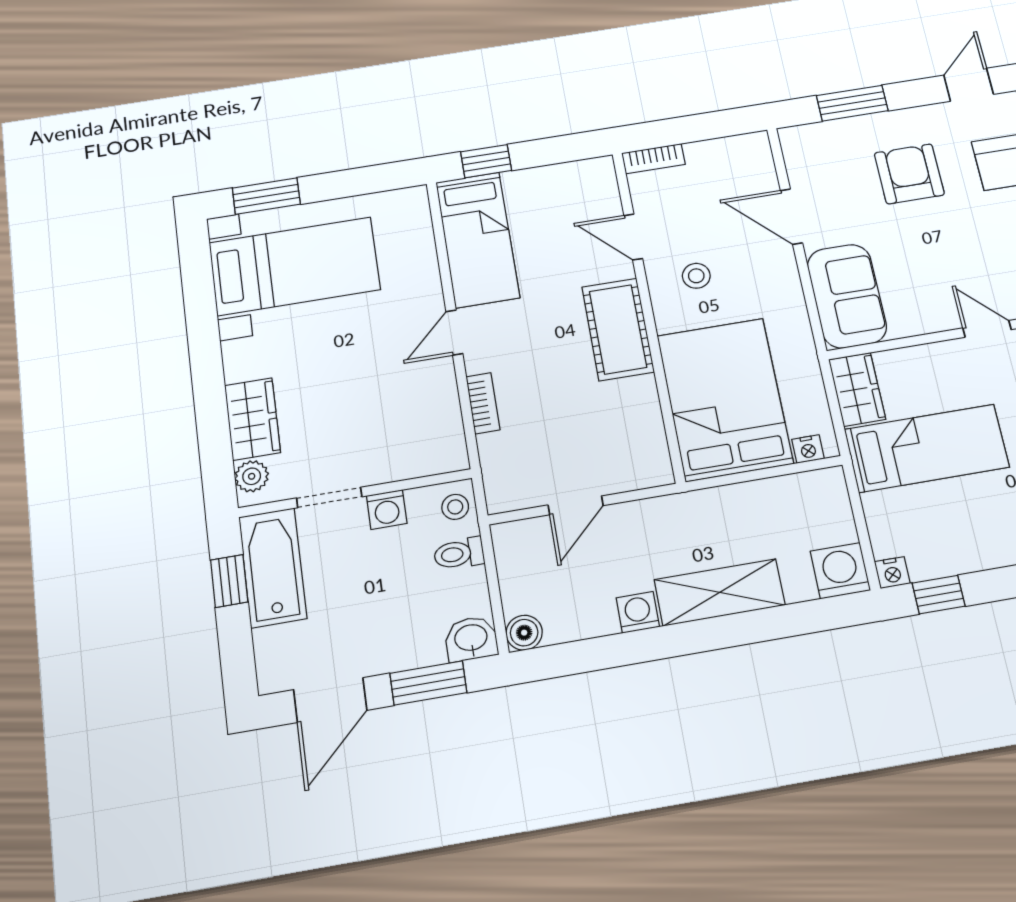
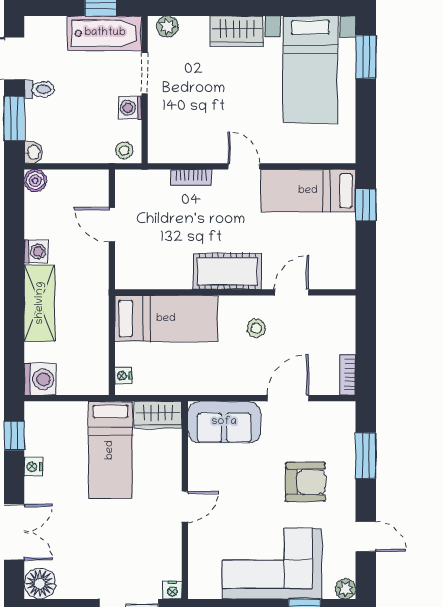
bookcase: (653, 159) -> (347, 375), moved
bed: (725, 399) -> (166, 319), width x0.67
wardrobe: (252, 419) -> (237, 31), moved
toilet: (459, 554) -> (39, 89), moved, turned 90
nightstand: (892, 573) -> (33, 467), moved
washbasin: (471, 639) -> (33, 152), width x0.72, depth x0.69

